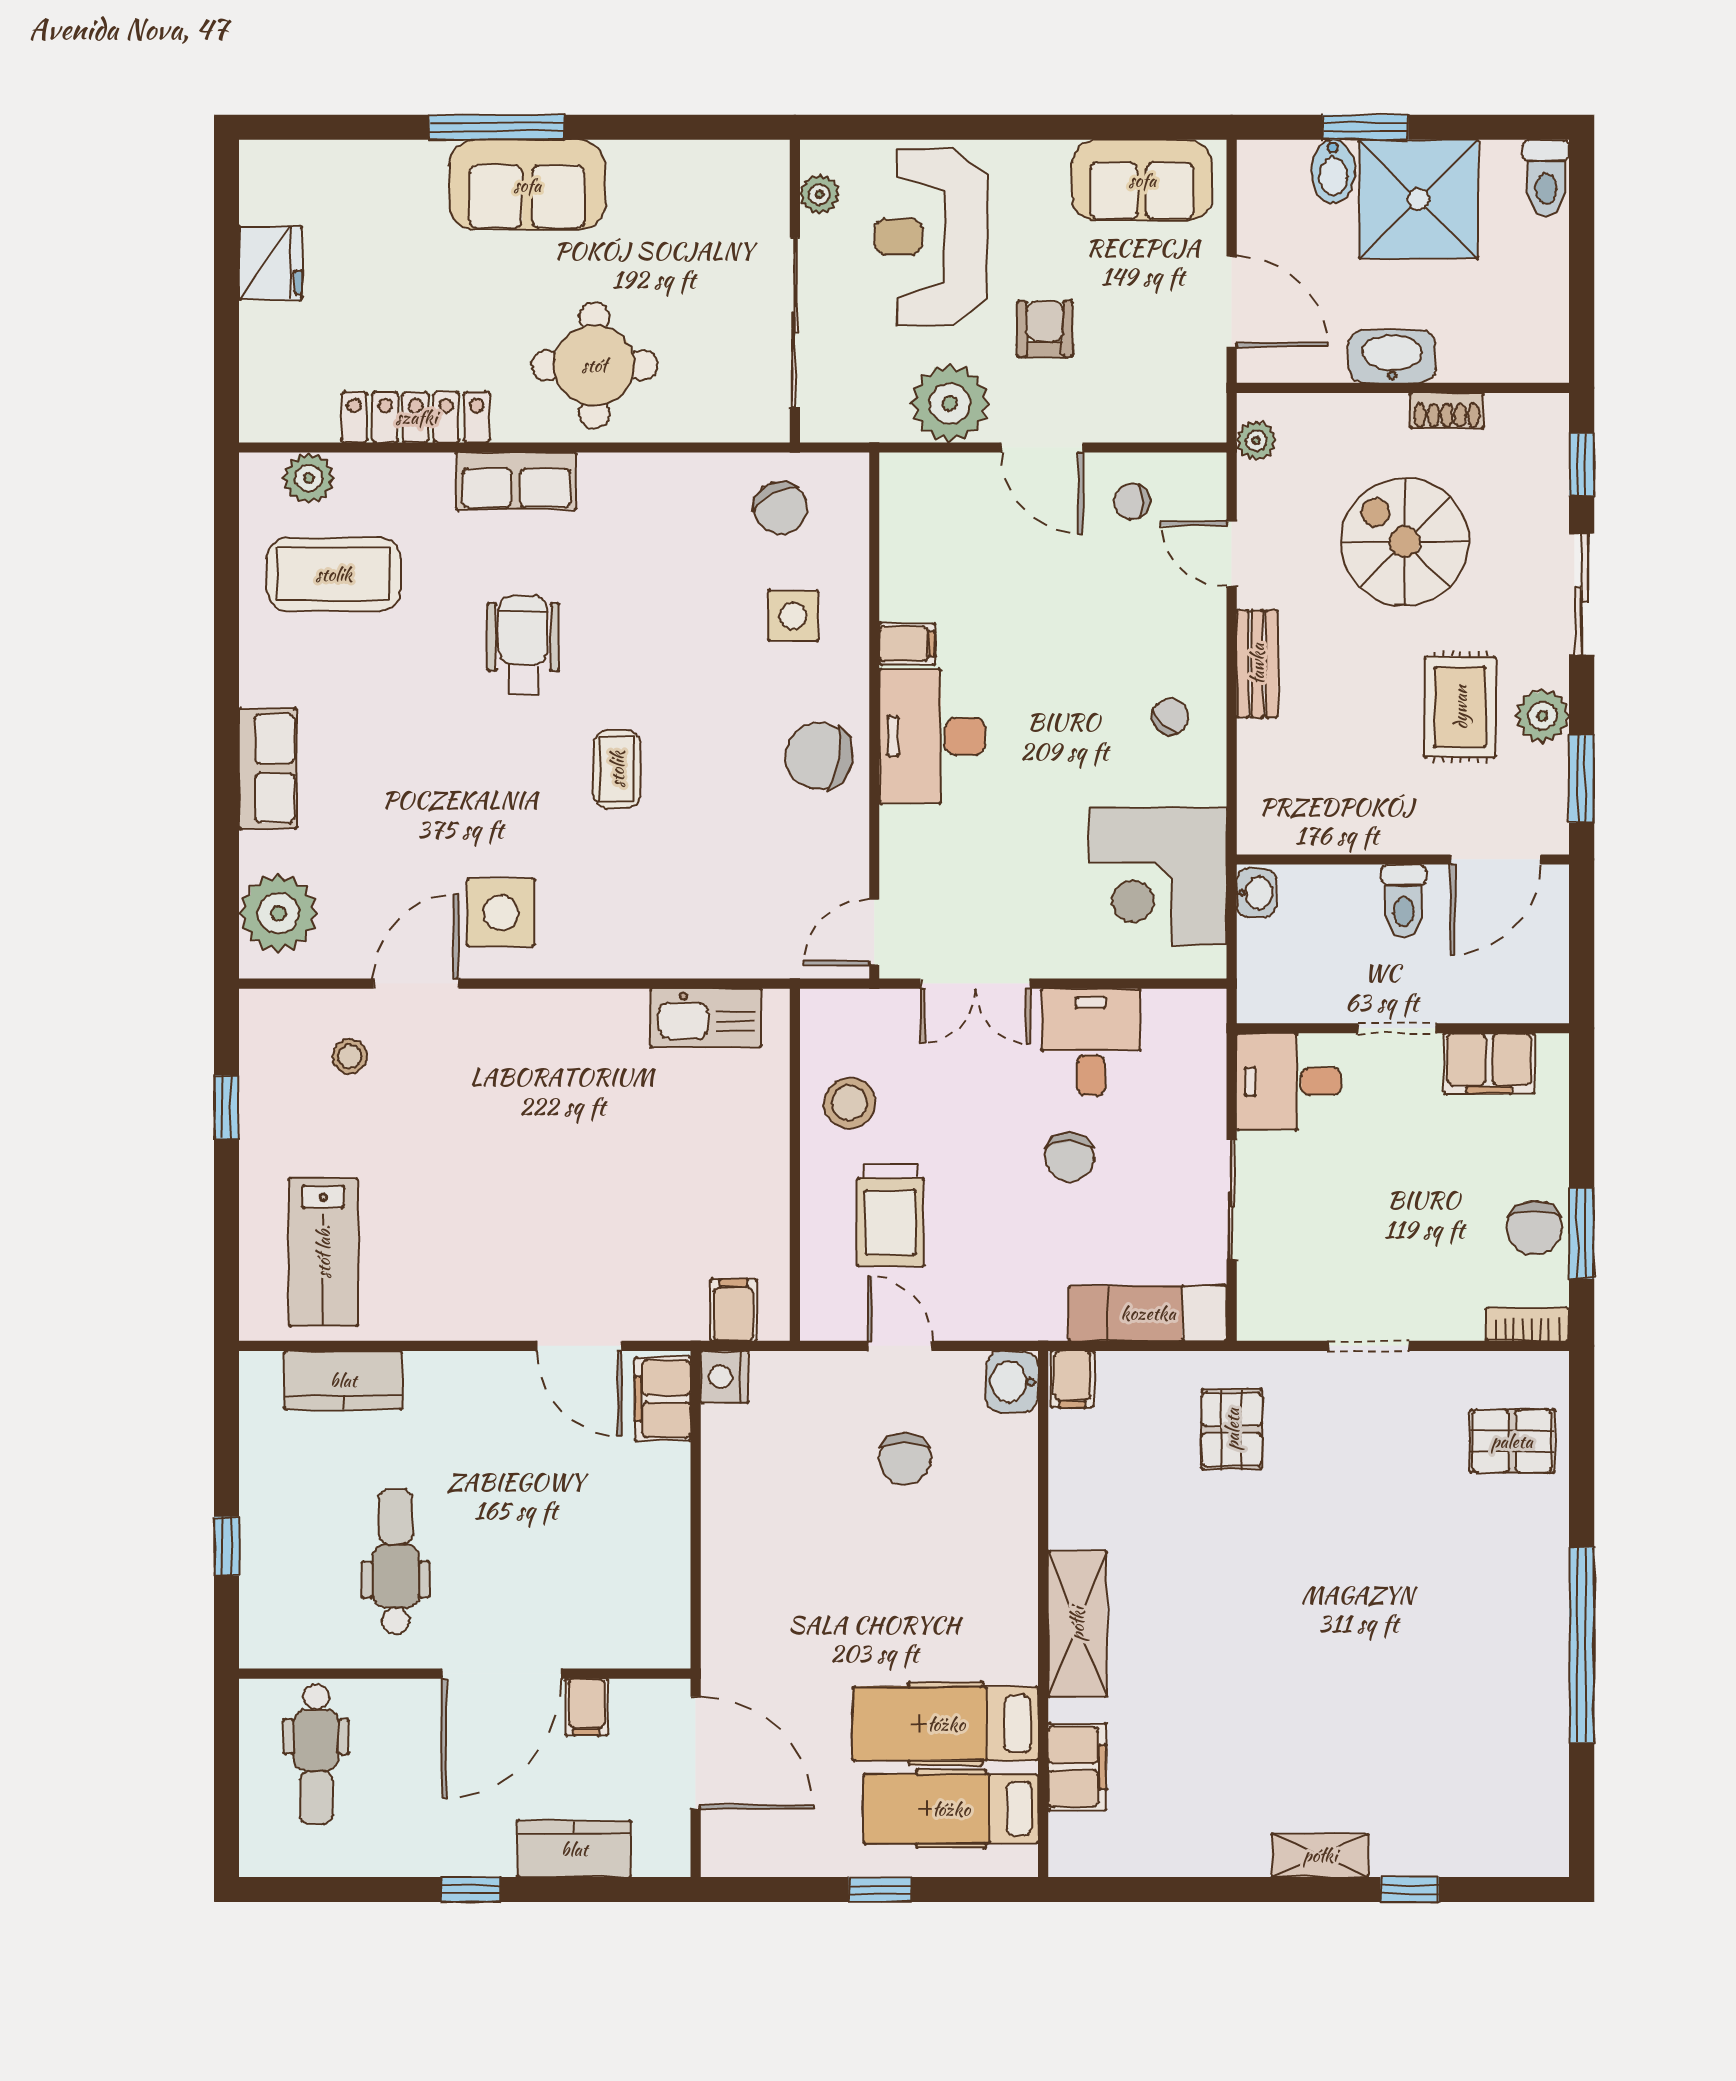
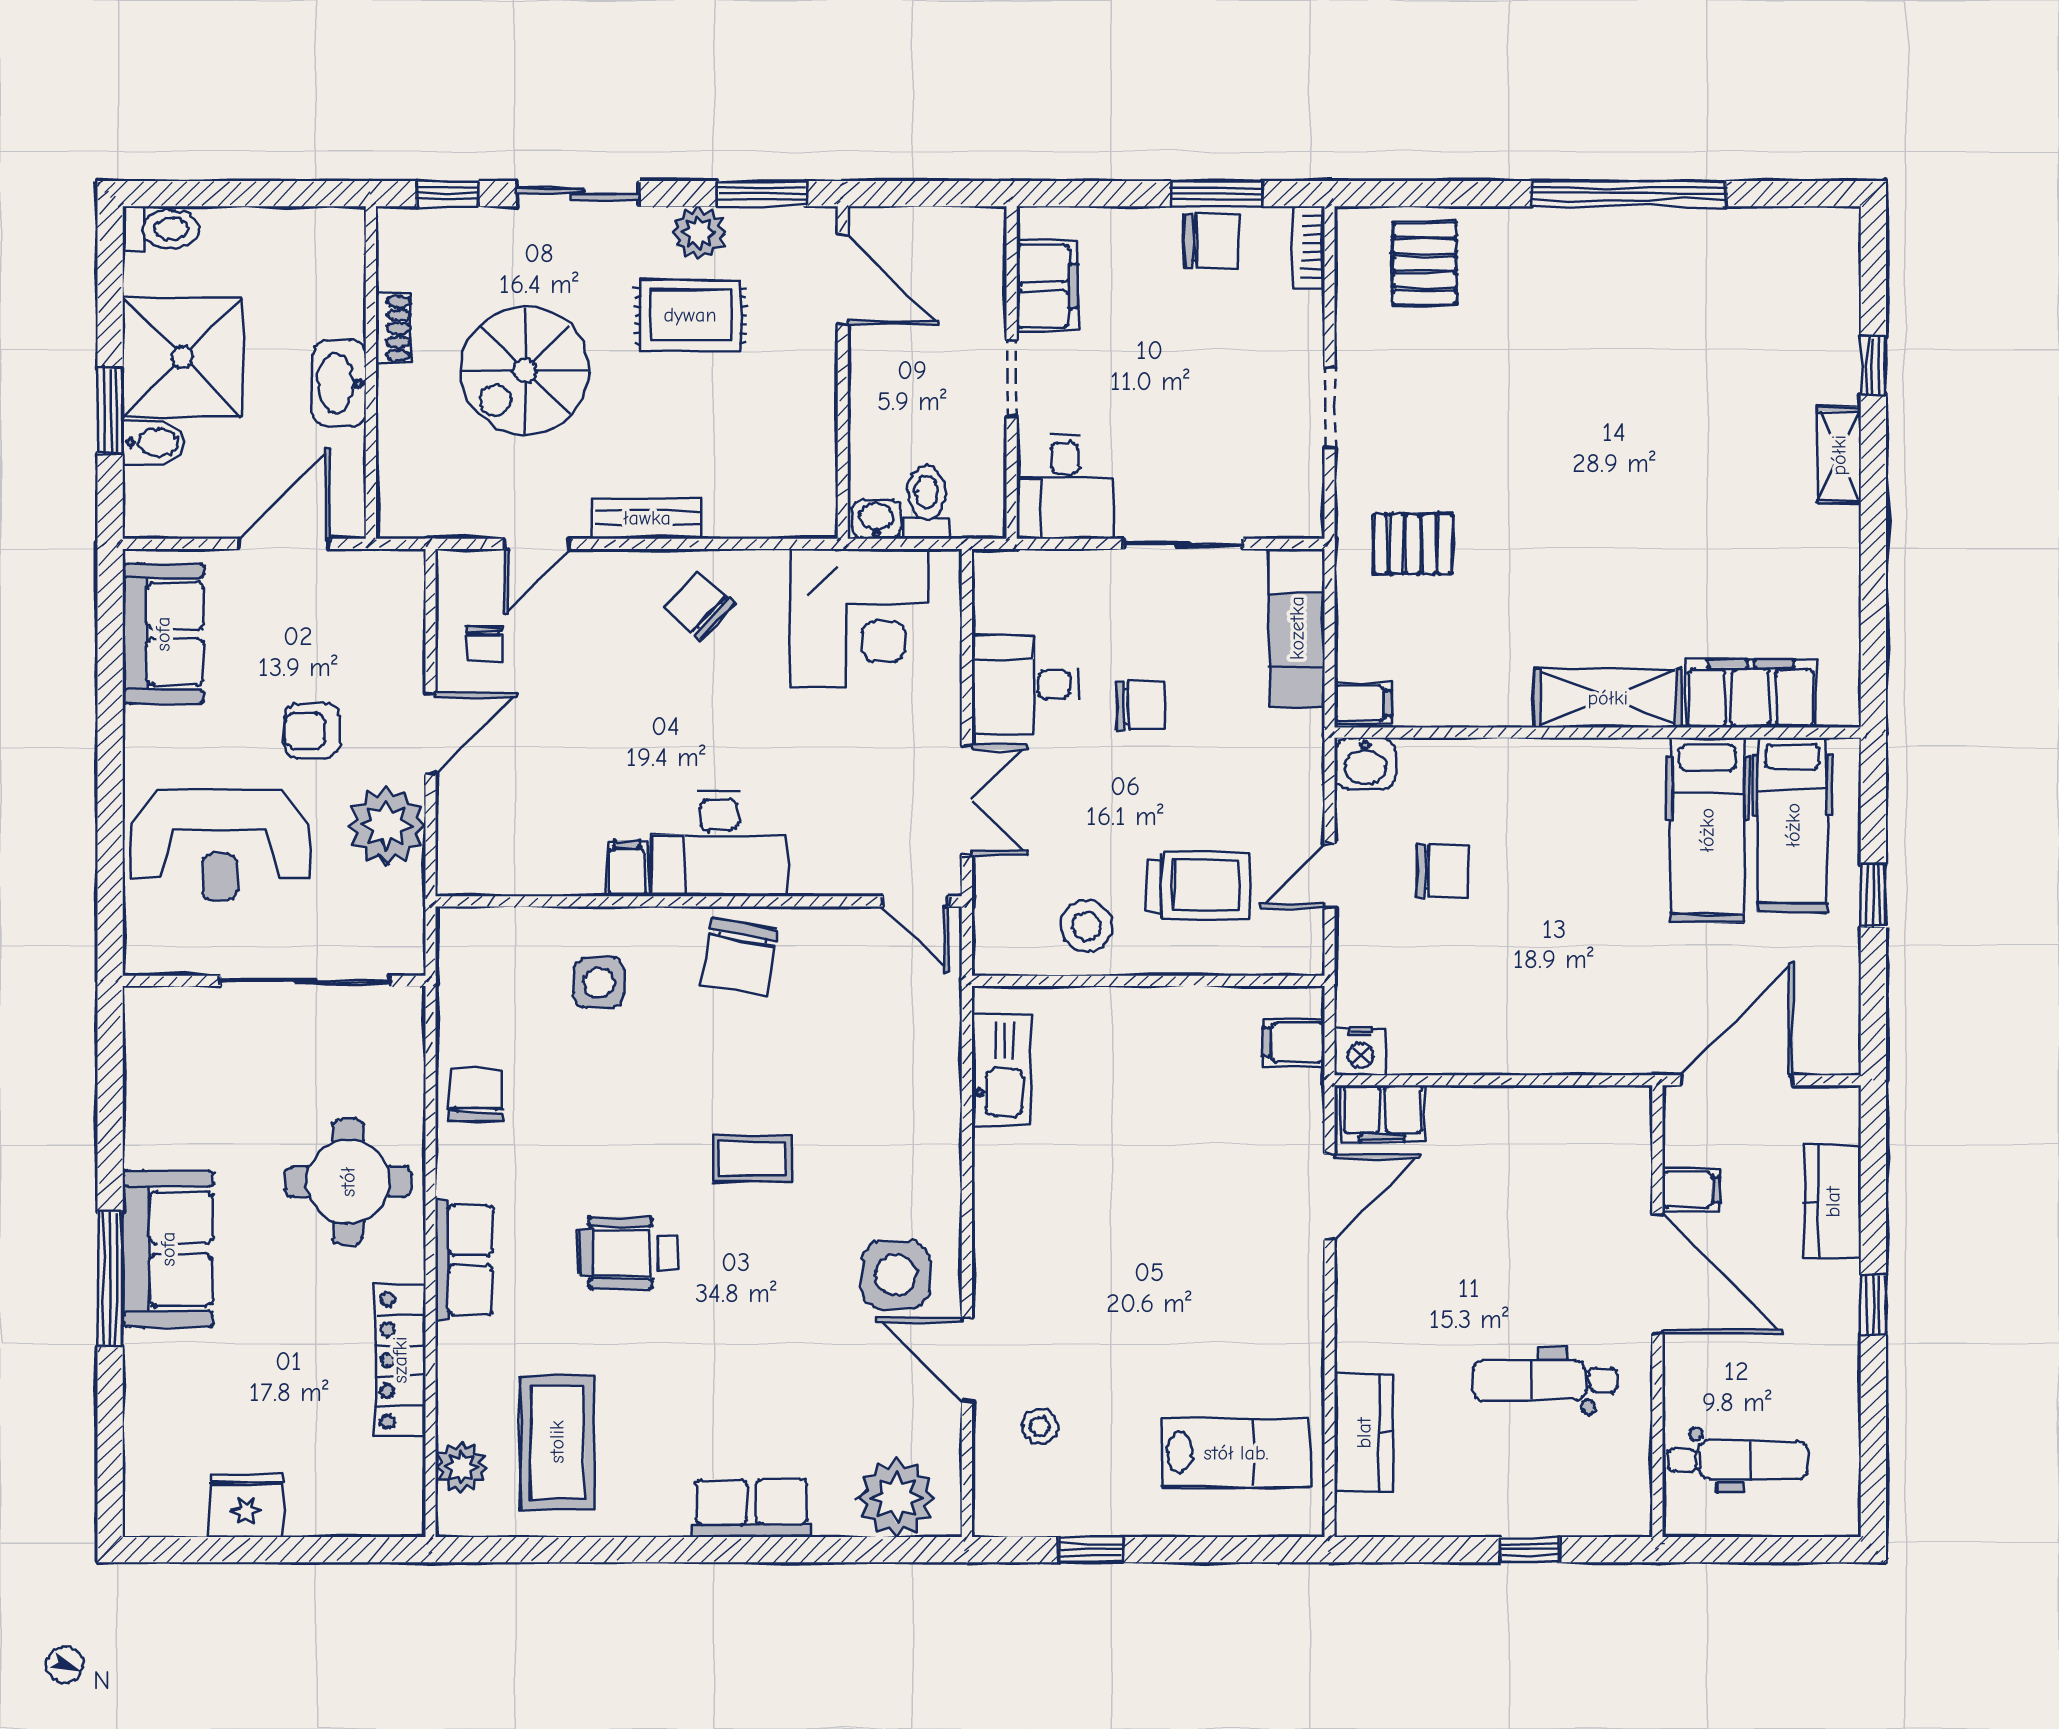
plant: (820, 194) -> (177, 956), removed
plant: (1256, 441) -> (424, 519), removed
chair: (780, 508) -> (476, 1095), moved, turned -62
chair: (1170, 716) -> (699, 605), width x1.37, depth x1.37
toilet: (1404, 901) -> (927, 502), moved, turned -90
filing cabinet: (1077, 1767) -> (1751, 694), width x1.50, depth x1.17

